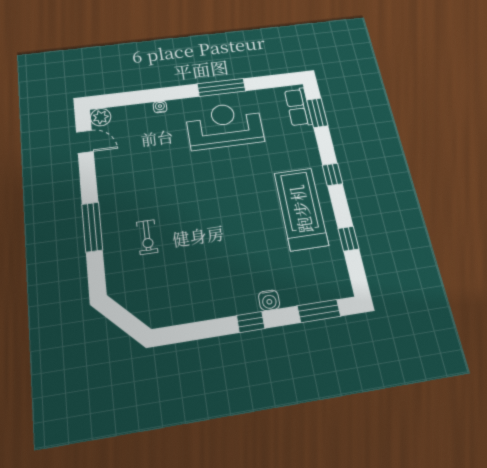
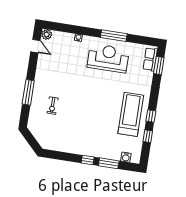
window: (333, 174) -> (151, 116), moved
water cooler: (269, 300) -> (126, 157), moved
window: (319, 311) -> (109, 163), moved

